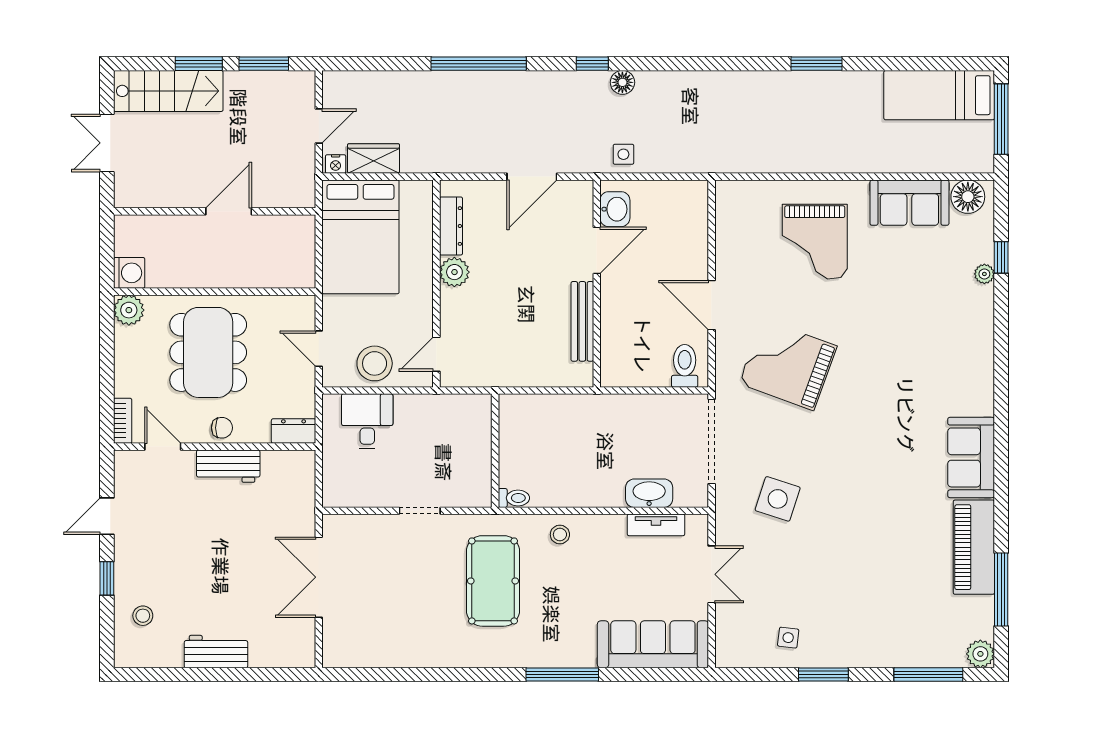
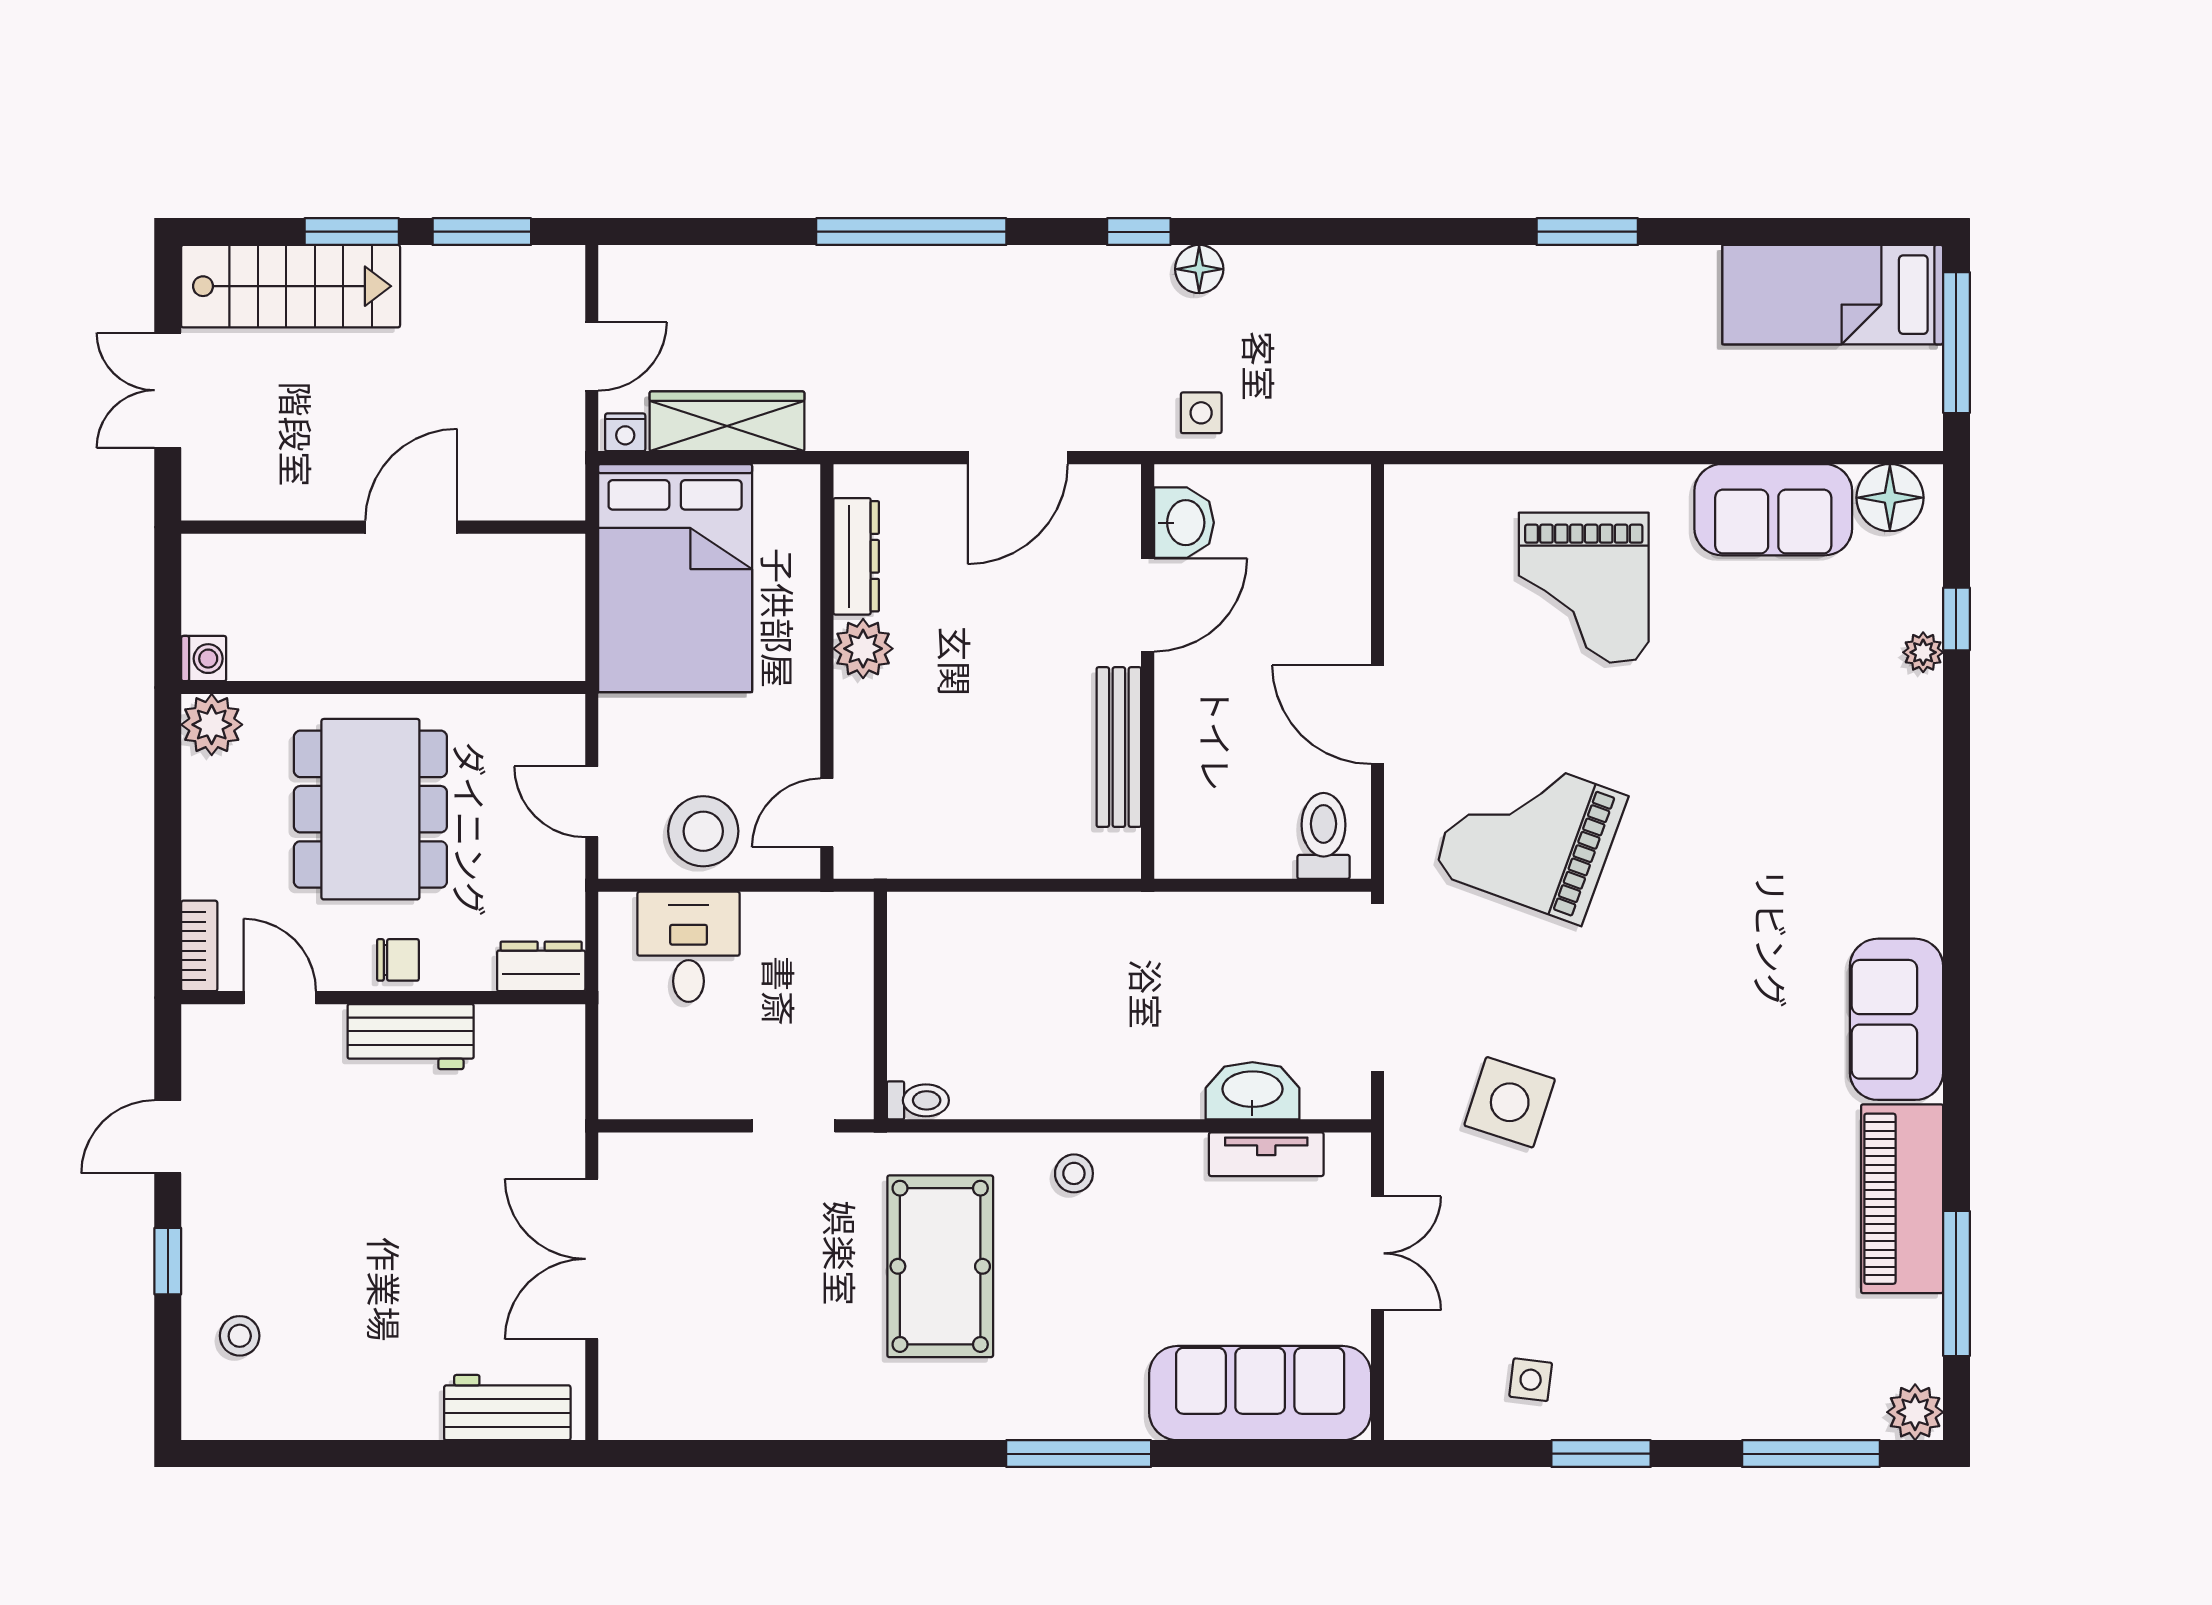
wardrobe: (374, 158) -> (727, 421), width x1.50
washing machine: (129, 273) -> (204, 659), width x0.73, depth x0.73
wall: (495, 451) -> (880, 1006), moved
toilet: (514, 498) -> (918, 1100), moved
workbench: (216, 652) -> (507, 1408), moved

